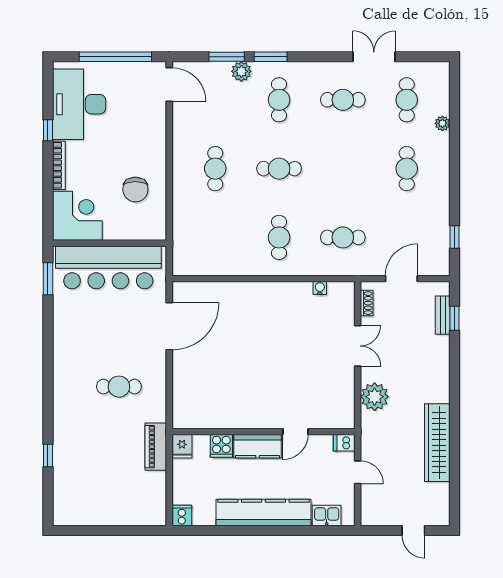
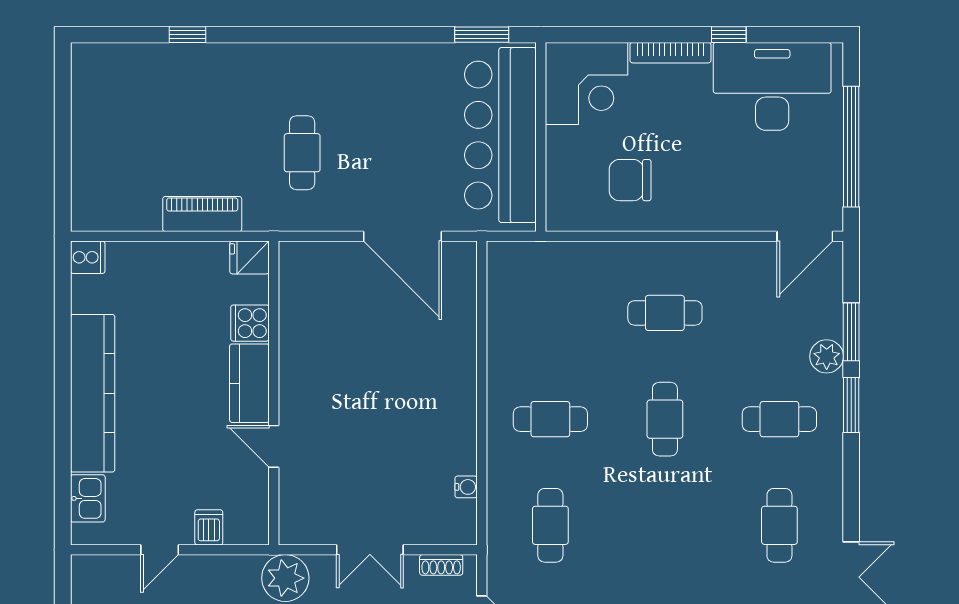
wall: (263, 432) -> (274, 393), moved
door: (295, 432) -> (274, 446), moved
fridge: (182, 446) -> (249, 258), moved
cooker: (221, 446) -> (250, 323), moved
kitchen counter: (257, 446) -> (249, 383), moved

